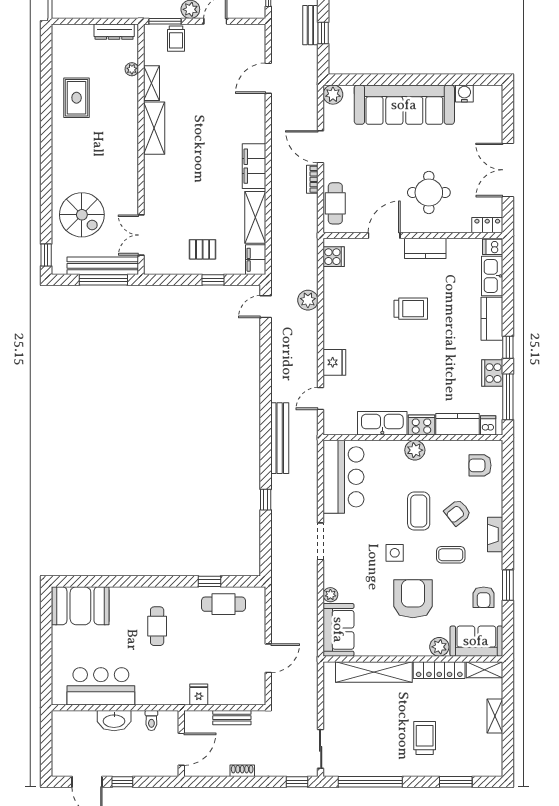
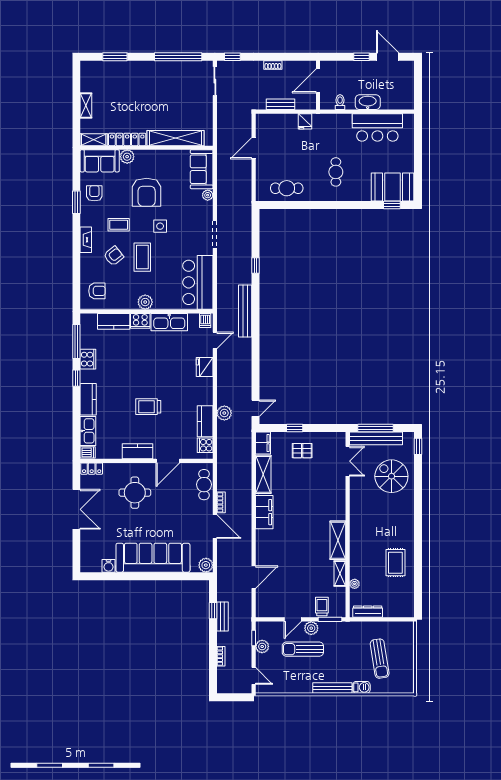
kitchen counter: (334, 289) -> (205, 421), added
dishwasher: (488, 425) -> (205, 320), moved
window: (209, 581) -> (392, 205), moved
trolley: (425, 738) -> (138, 89), removed

